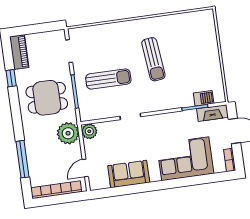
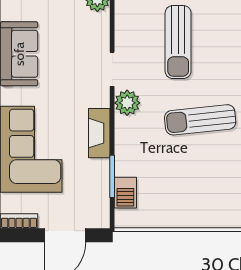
plant: (149, 105) -> (127, 103), added
fireplace: (212, 113) -> (99, 133), moved

